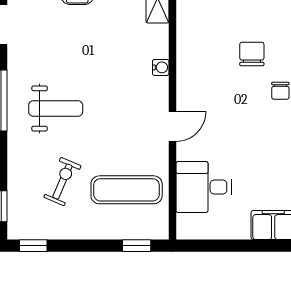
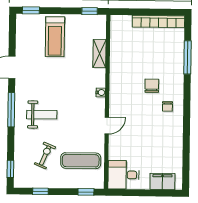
desk: (204, 187) -> (124, 175), moved
window: (33, 246) -> (40, 191), moved

